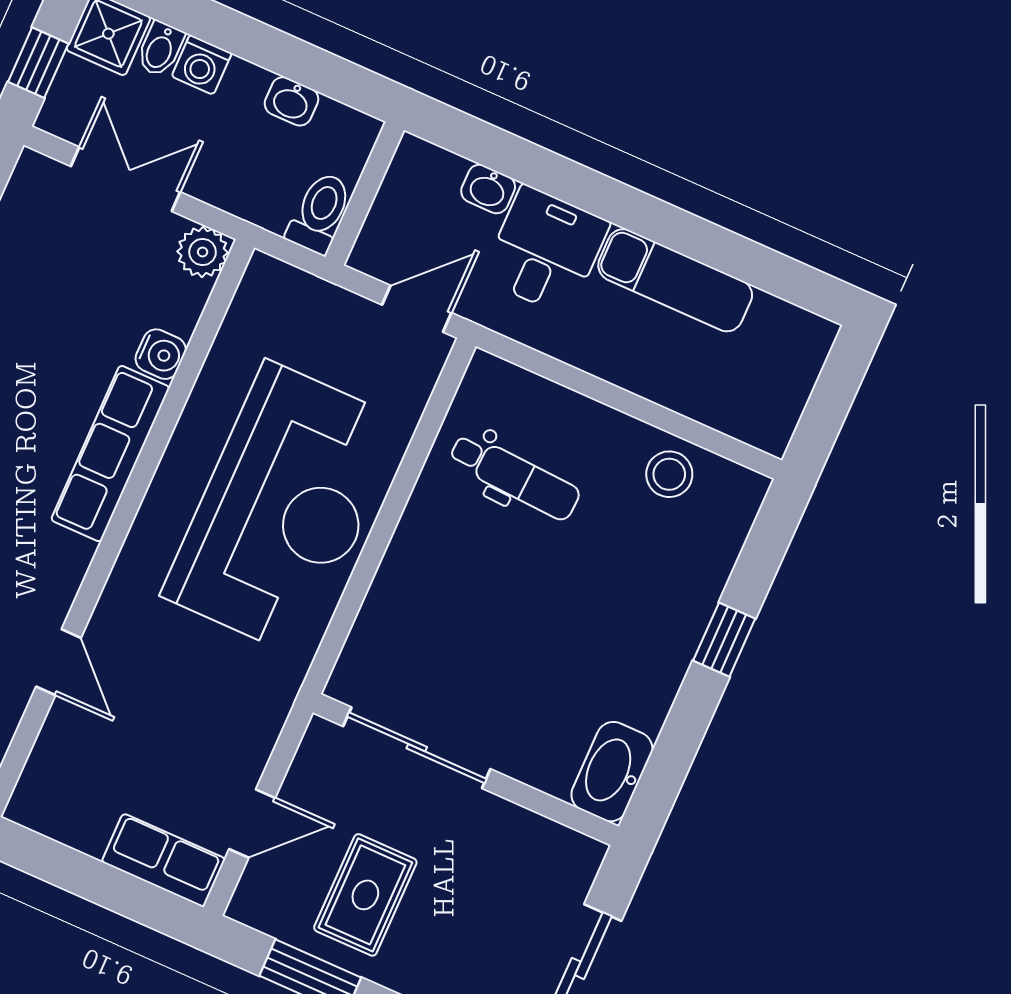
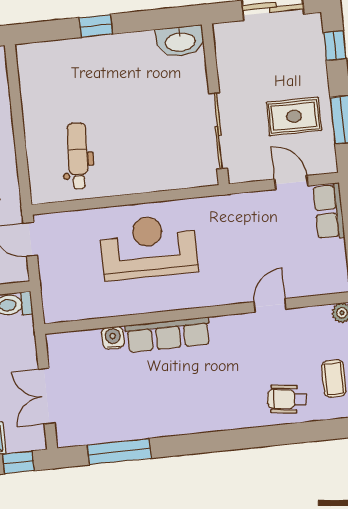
plant: (203, 252) -> (59, 345), removed
stool: (669, 474) -> (39, 90), removed
reception desk: (283, 509) -> (149, 247), width x0.74, depth x0.77

